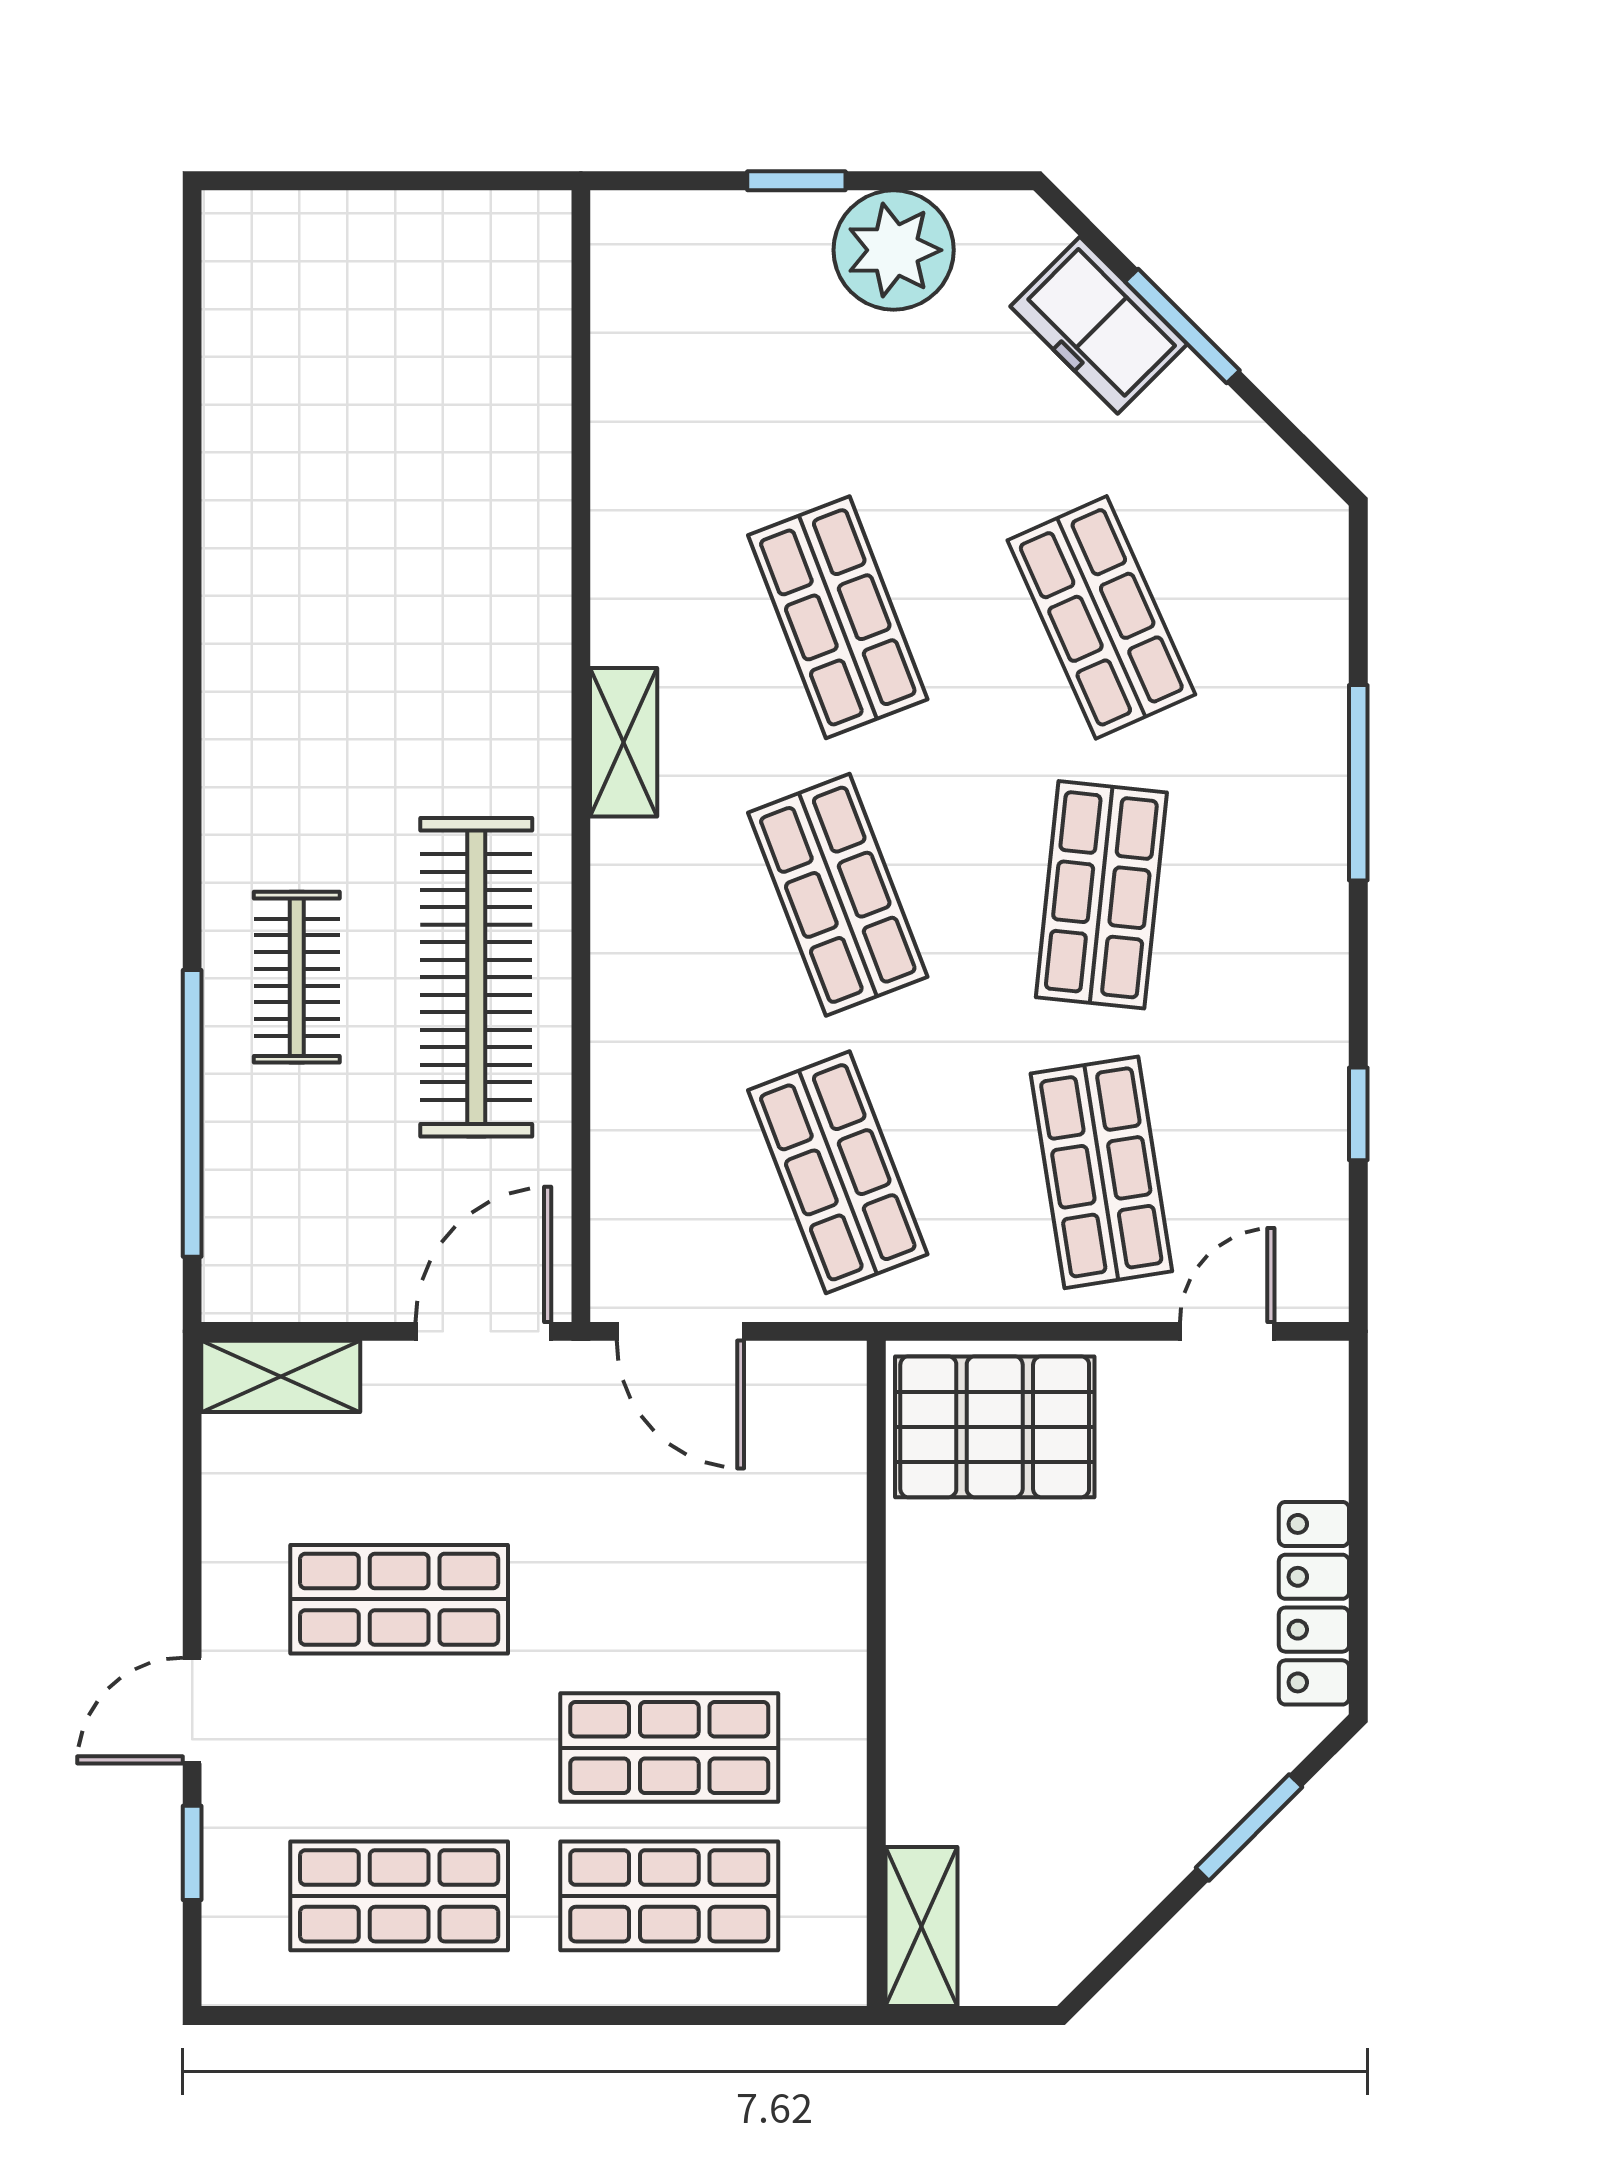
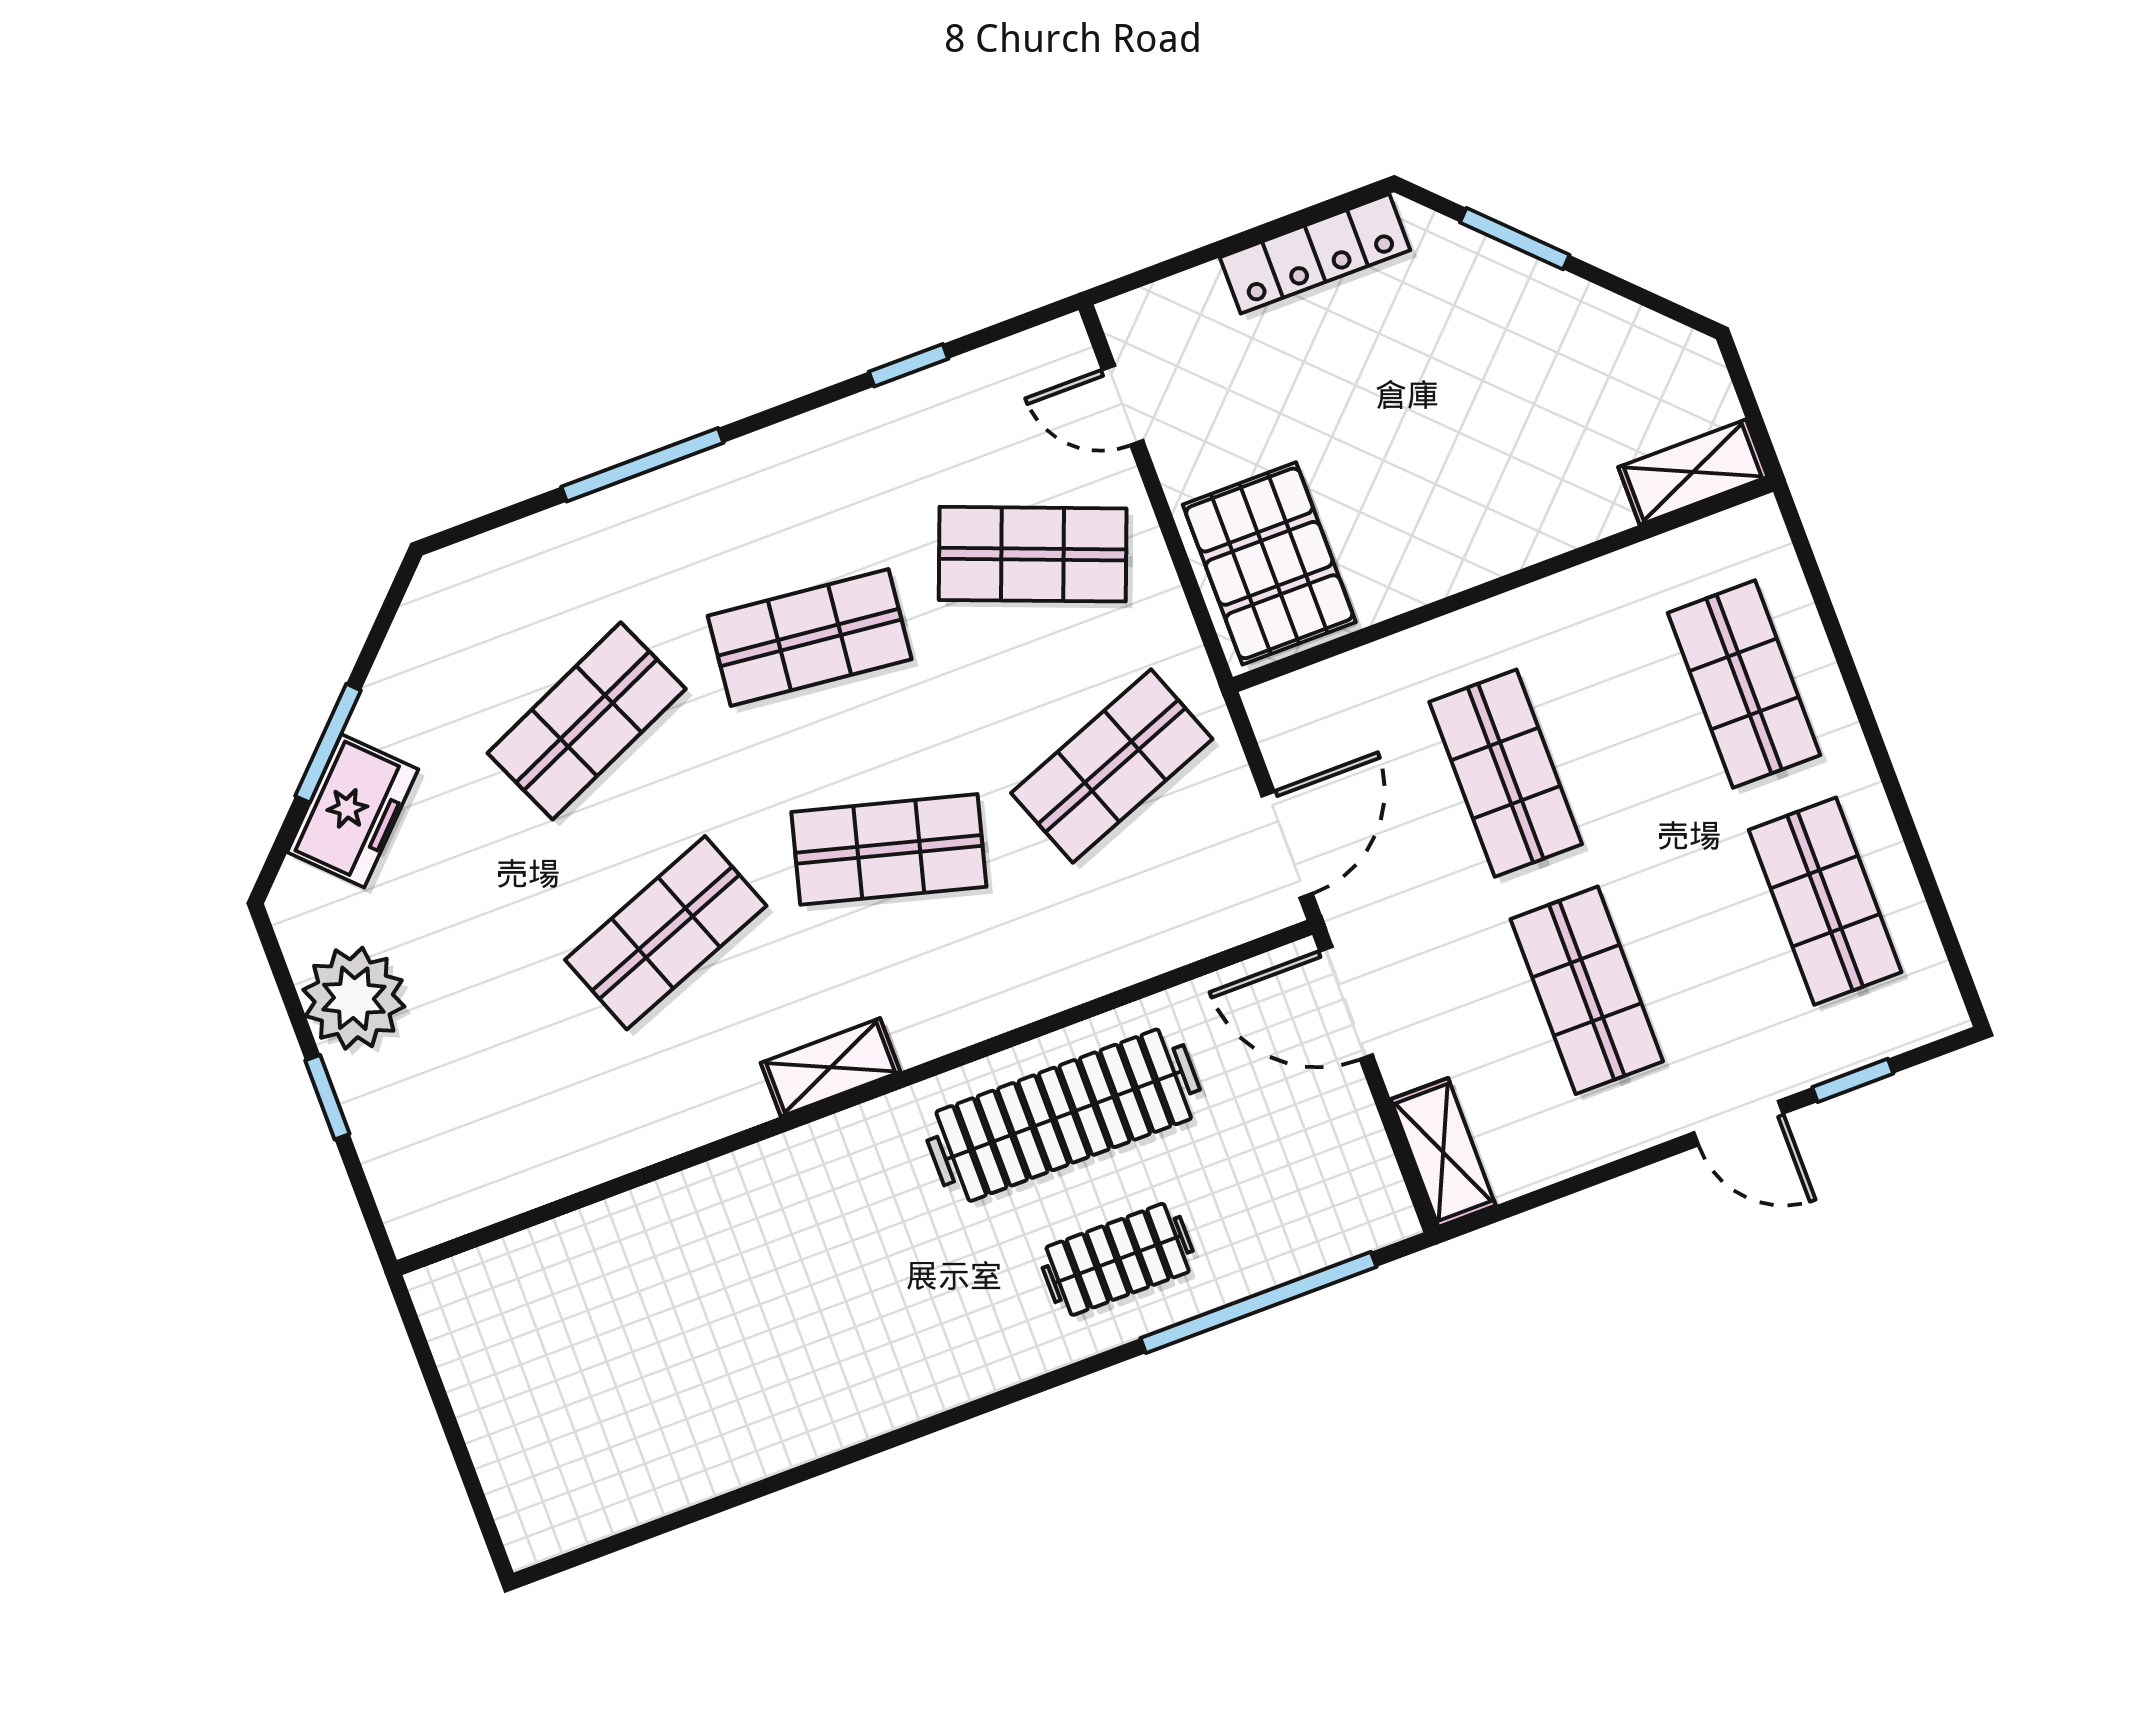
shop shelf: (838, 895) -> (889, 849), turned 36
shop shelf: (1101, 1172) -> (1033, 554), turned 30
shop shelf: (669, 1748) -> (1506, 773), moved

